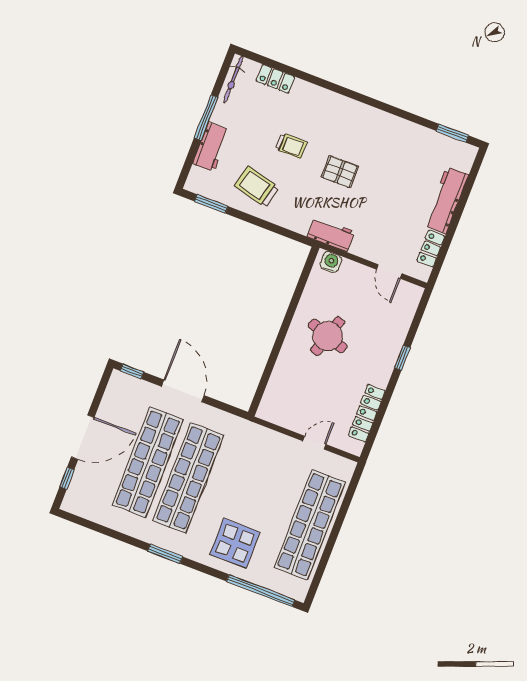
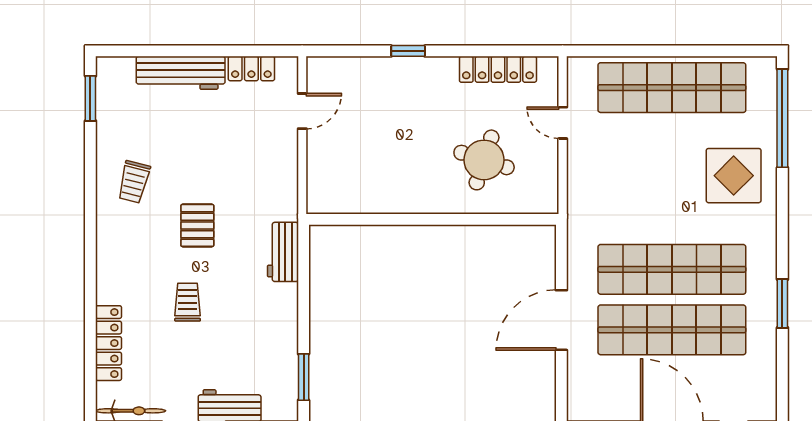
locker: (275, 79) -> (109, 343), width x1.53
trolley: (257, 187) -> (134, 182), moved, width x0.73, depth x0.72
workbench: (331, 234) -> (283, 252), moved
water cooler: (331, 262) -> (319, 192), removed
round table: (328, 336) -> (484, 160), moved
window: (132, 371) -> (561, 396), removed
window: (165, 554) -> (782, 304), moved

